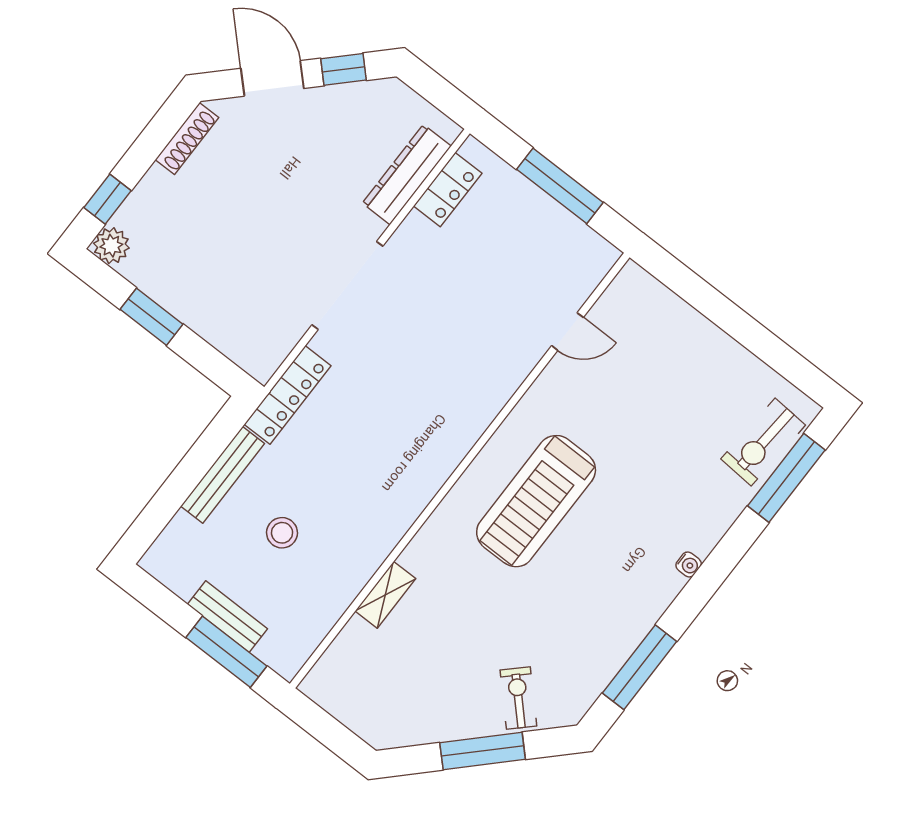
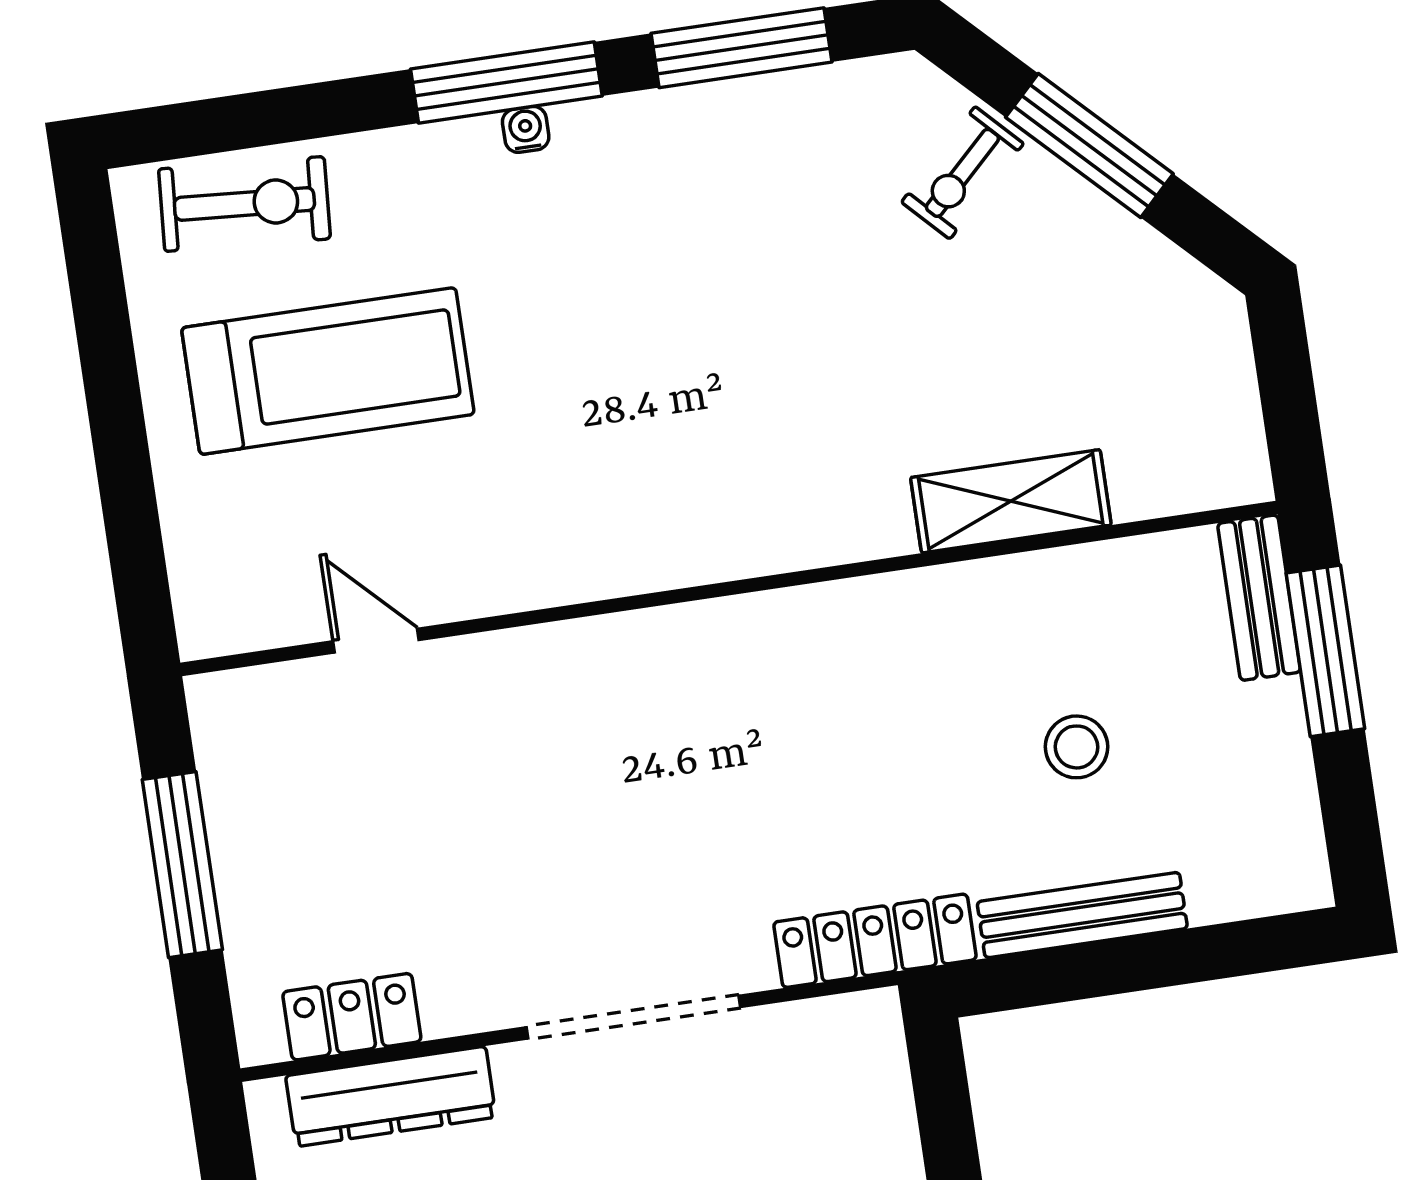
window: (786, 478) -> (506, 82), moved
treadmill: (536, 501) -> (328, 371), moved
shelving: (385, 595) -> (1011, 501), width x1.50, depth x1.33
bench: (227, 617) -> (1259, 598), moved

